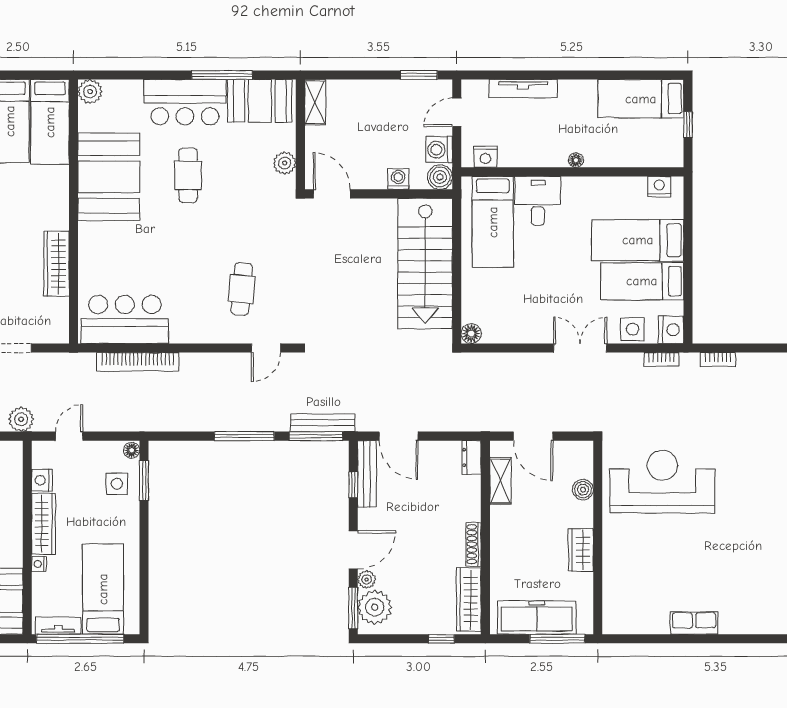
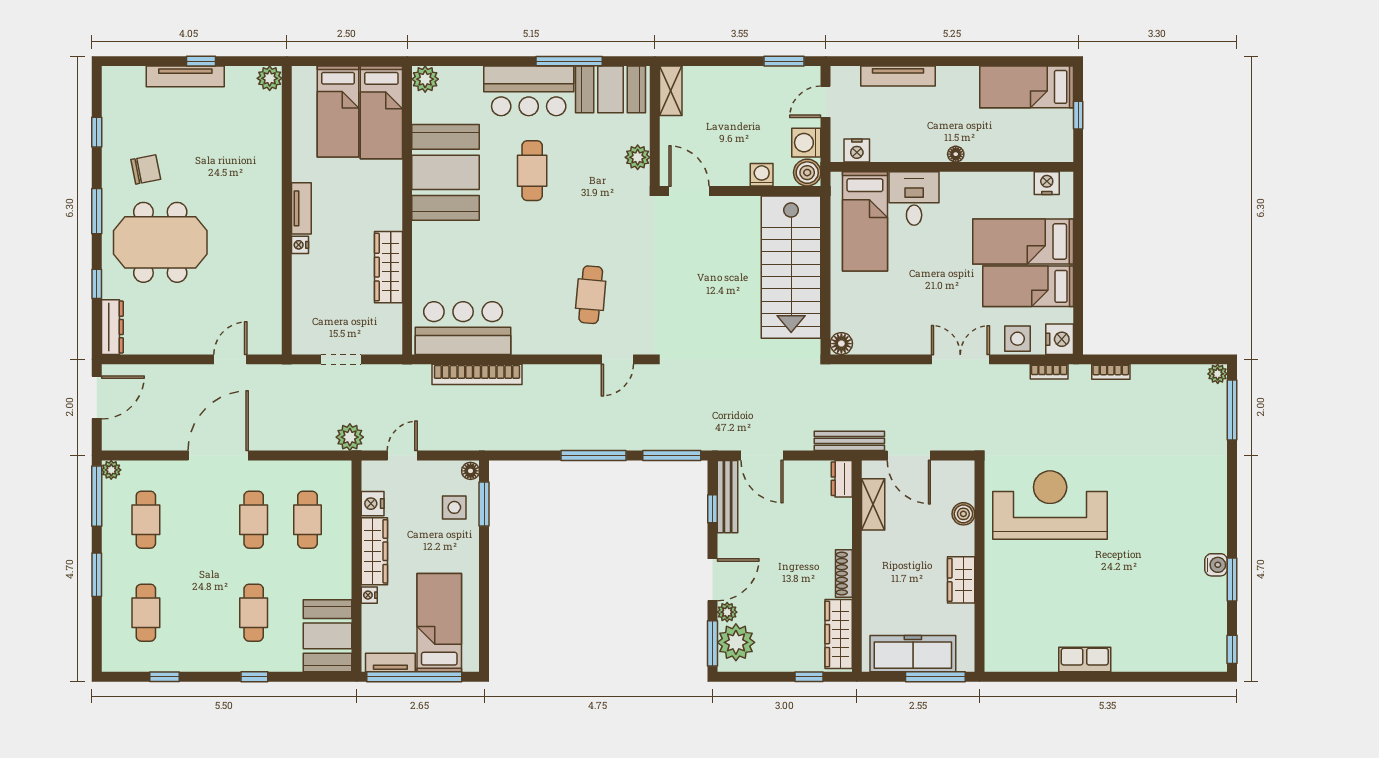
bench: (323, 423) -> (849, 441), moved

